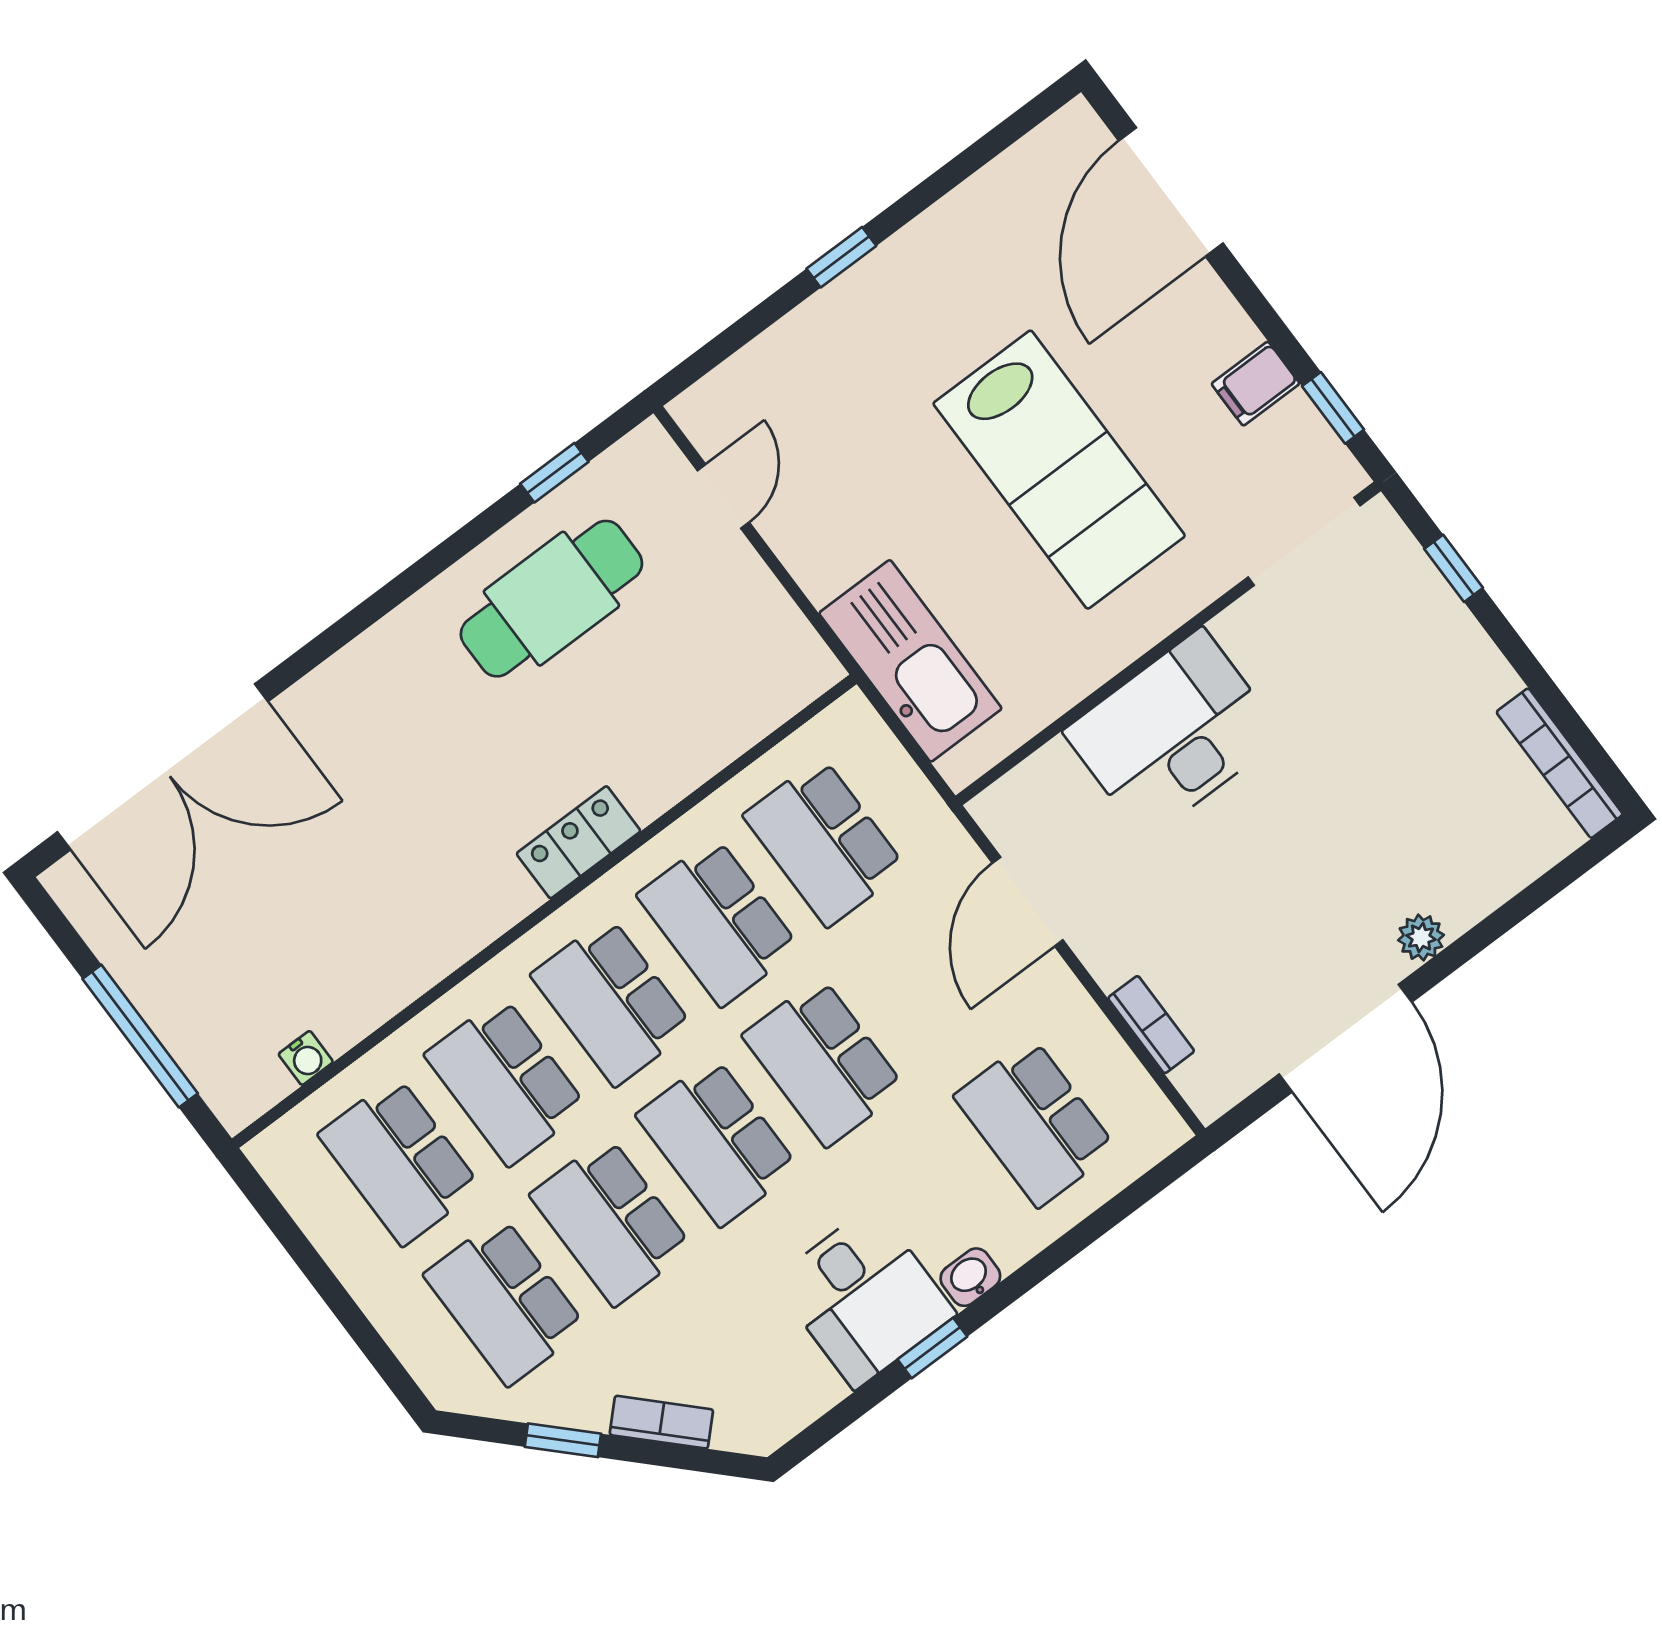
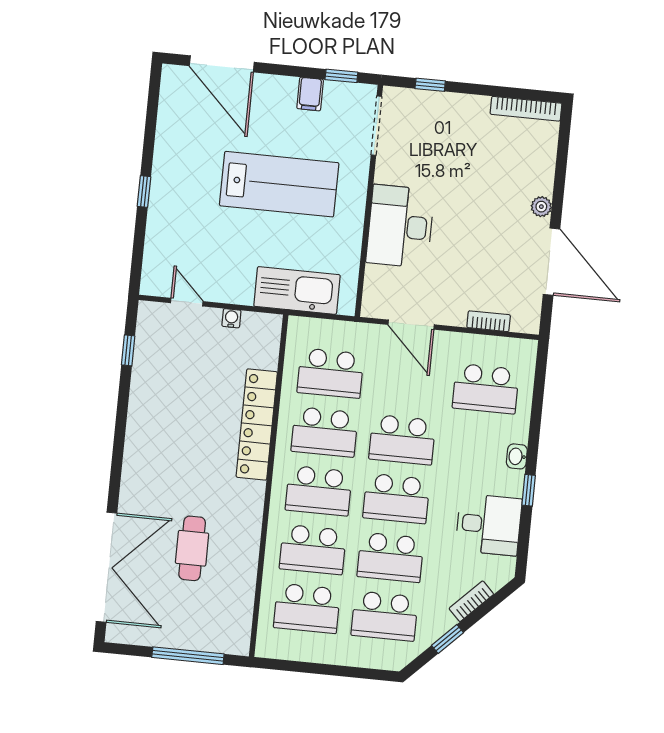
cafe table: (551, 599) -> (192, 548), moved, width x0.73, depth x0.74
locker: (579, 842) -> (257, 424), width x2.16, depth x1.21
water cooler: (306, 1058) -> (231, 318), moved, turned -90
desk: (864, 1297) -> (489, 525), moved

